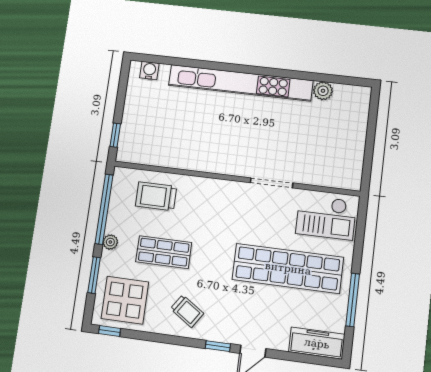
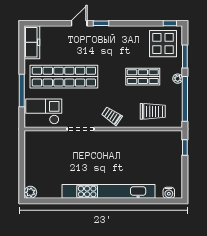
plant: (323, 91) -> (30, 192), moved
window: (353, 300) -> (22, 91), moved
trolley: (187, 311) -> (112, 116), moved
freezer: (317, 343) -> (32, 42), moved, turned -90

